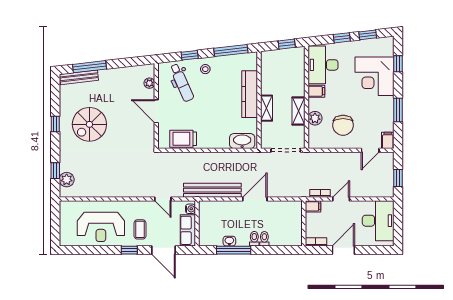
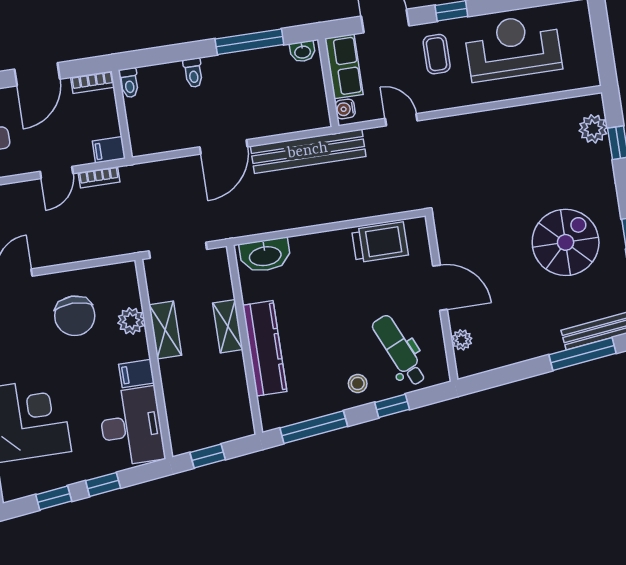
chair: (343, 125) -> (75, 316), turned 180
toilet: (254, 239) -> (129, 83), moved
washbasin: (229, 241) -> (303, 51), moved

